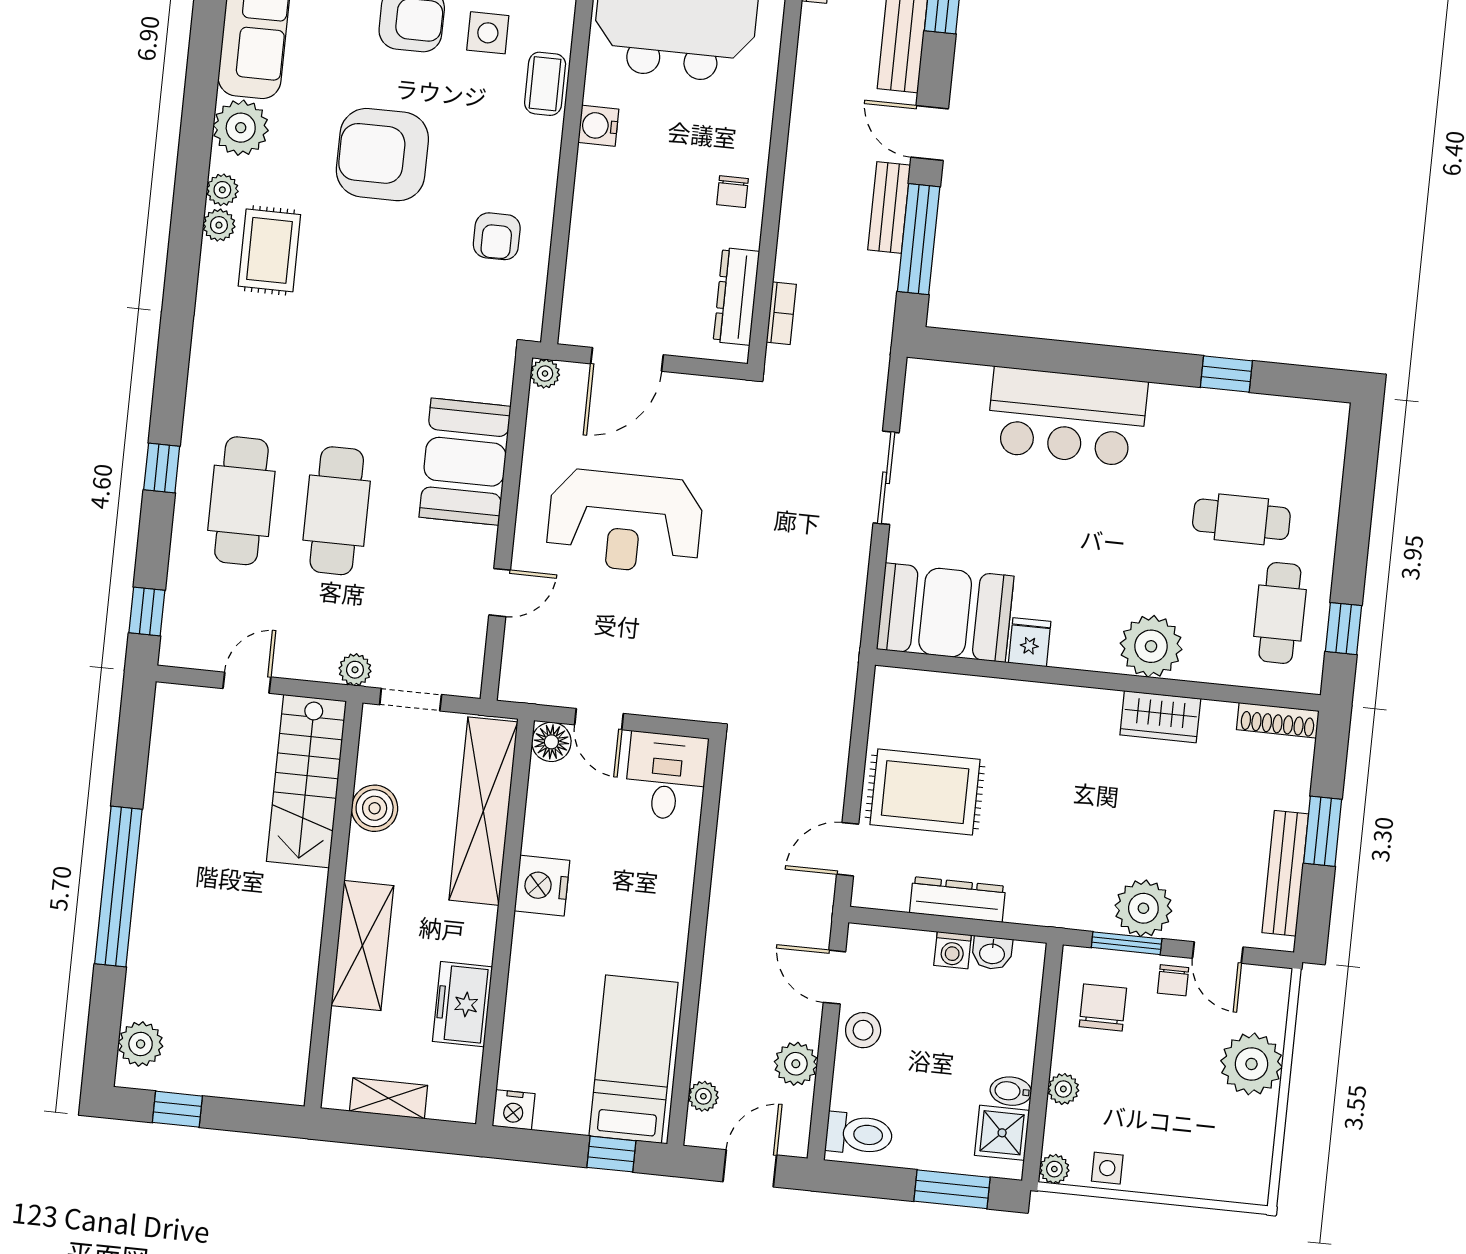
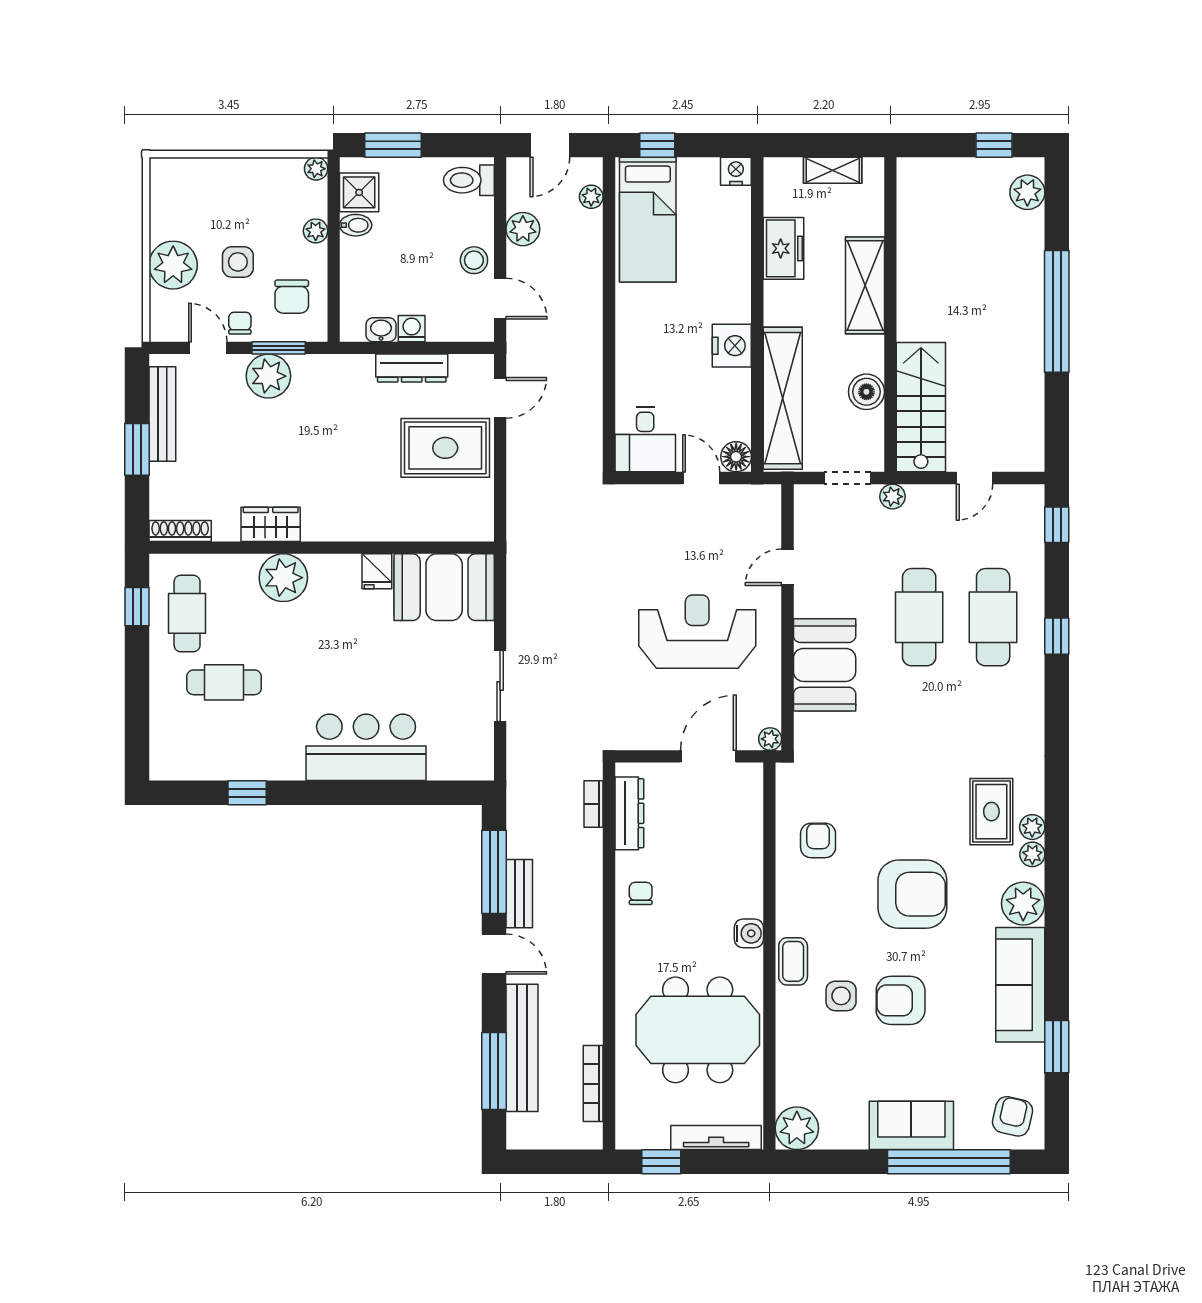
side table: (1107, 1168) -> (238, 262), moved, width x1.37, depth x1.37

